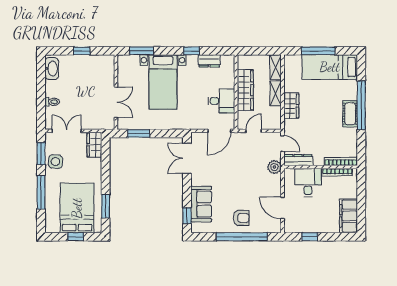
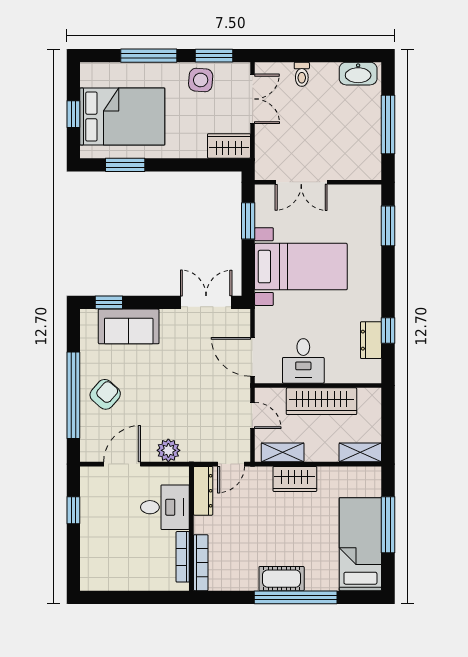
window: (82, 51) -> (388, 125), width x2.17
window: (191, 51) -> (388, 330), moved
bed with nightstands: (163, 82) -> (301, 267), moved, turned 180
shelving: (276, 93) -> (283, 452), moved
plant: (274, 167) -> (168, 450), moved
filing cabinet: (349, 216) -> (109, 576), removed
armchair: (241, 218) -> (105, 394), turned -139

